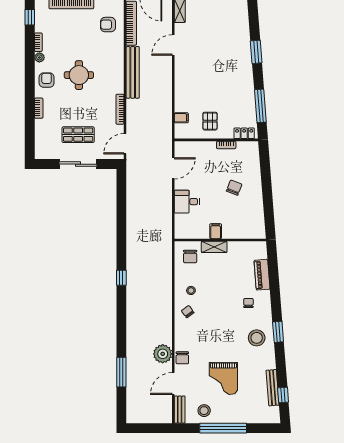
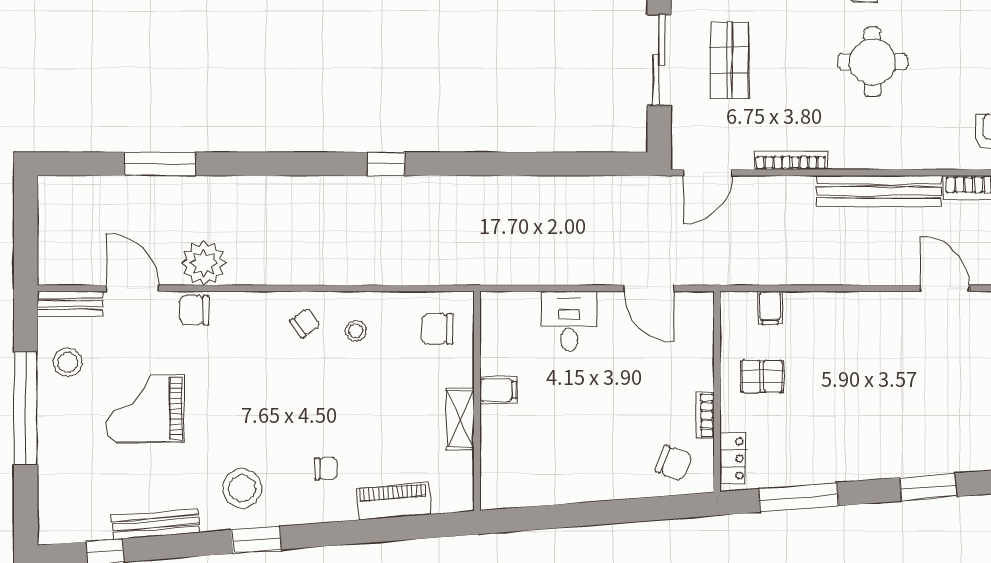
door: (125, 144) -> (708, 173), swing flipped
chair: (234, 188) -> (674, 463), moved
shelving: (214, 247) -> (460, 419), moved
bench: (273, 388) -> (156, 524), moved

